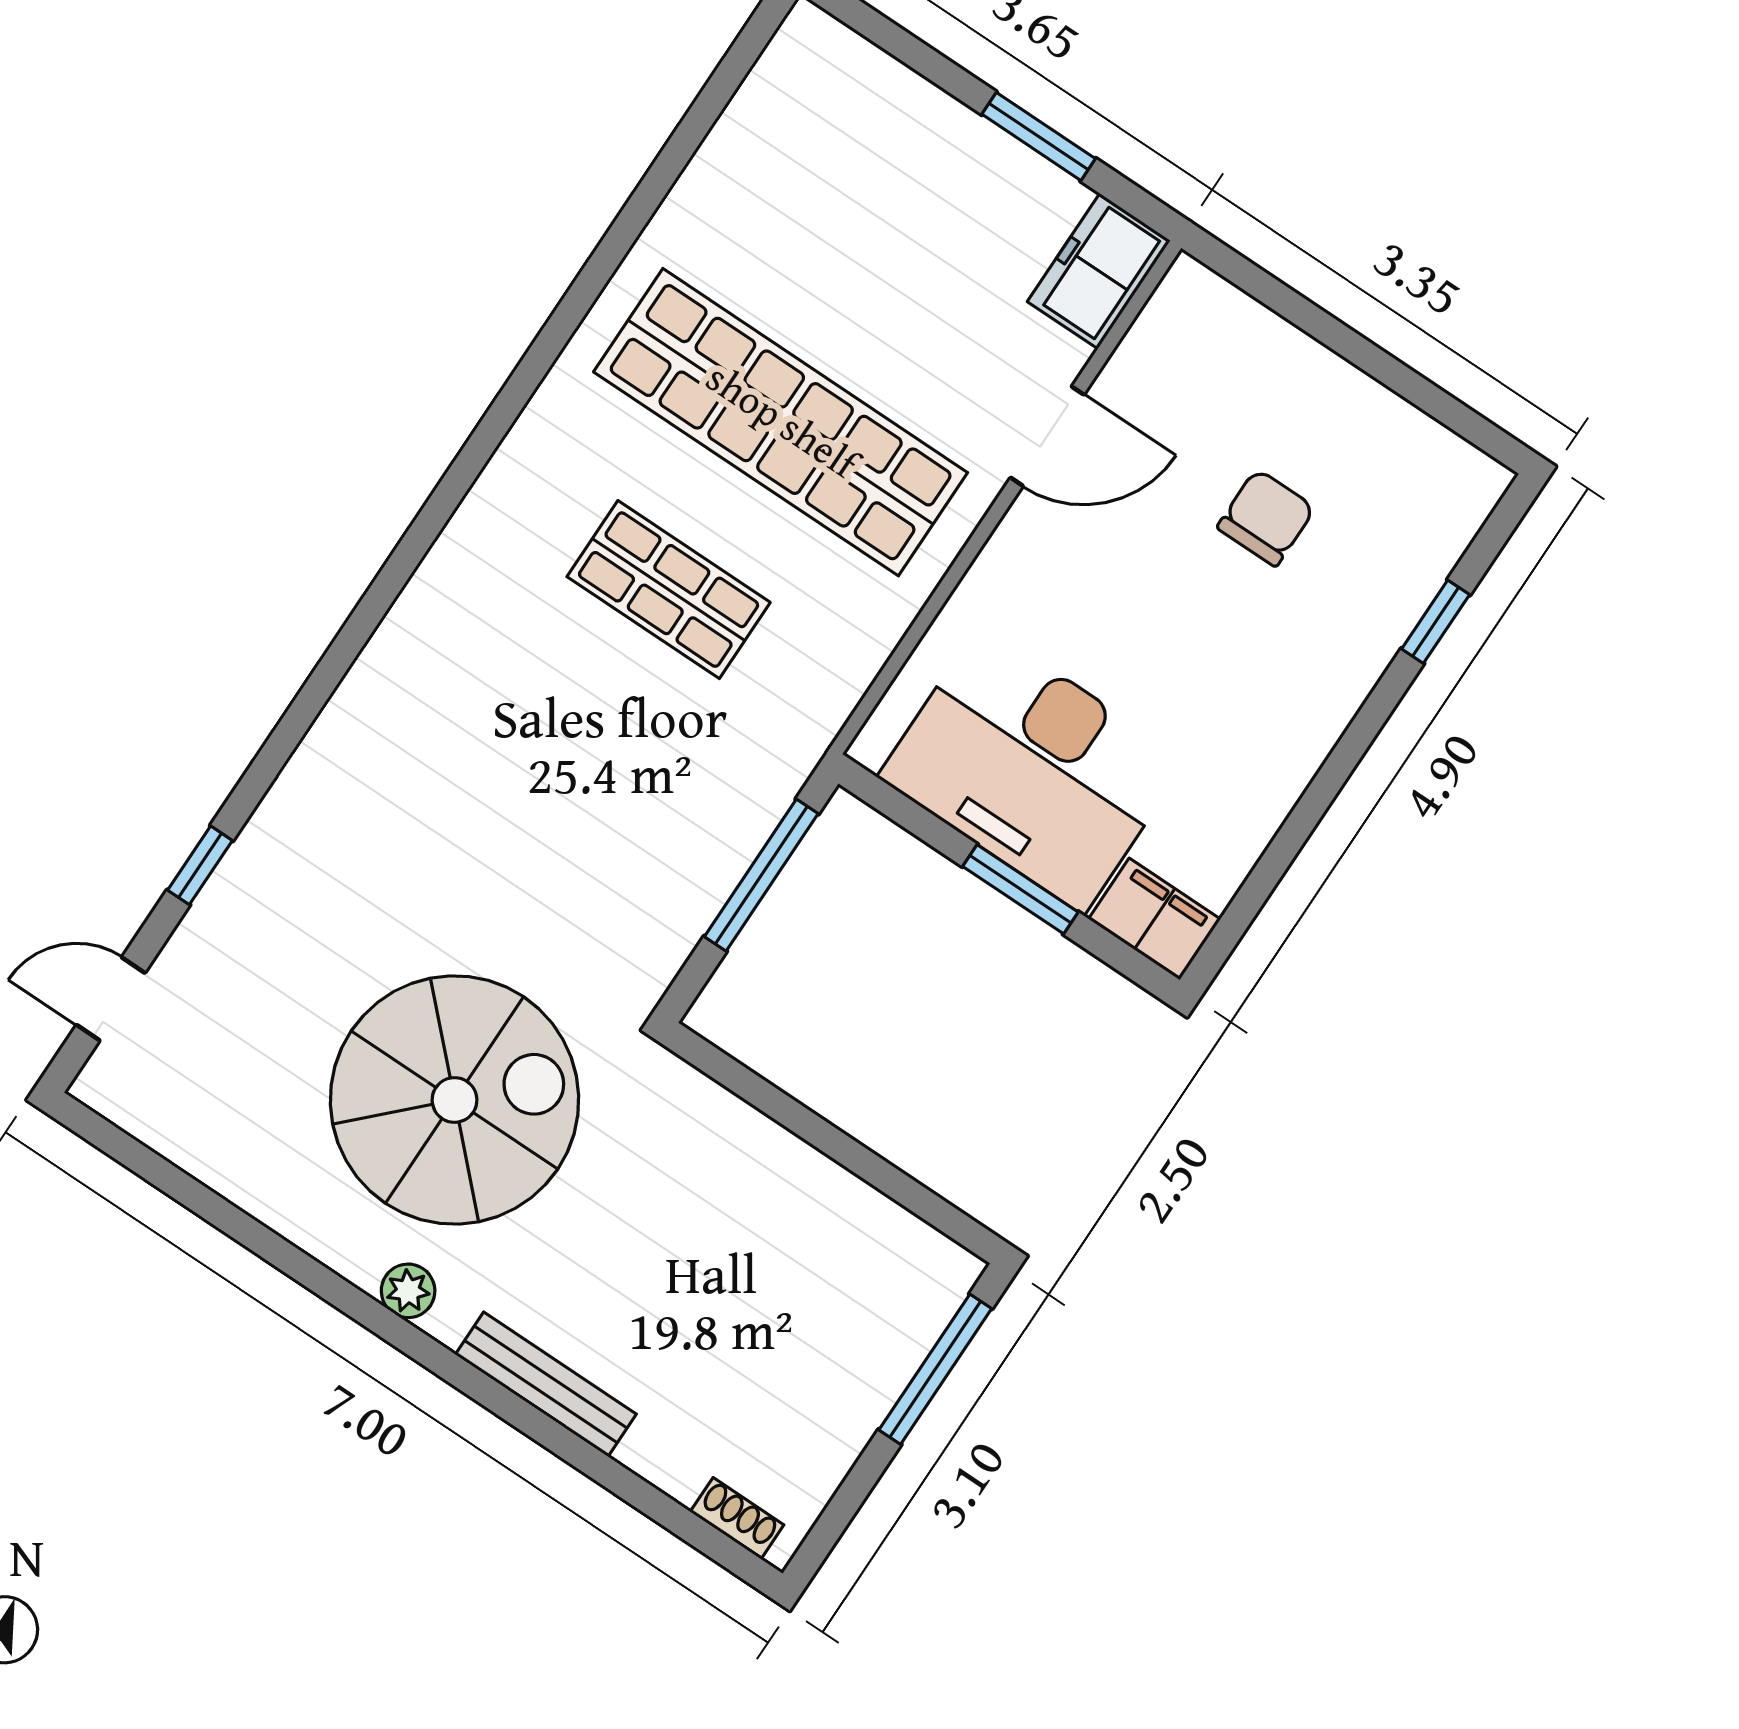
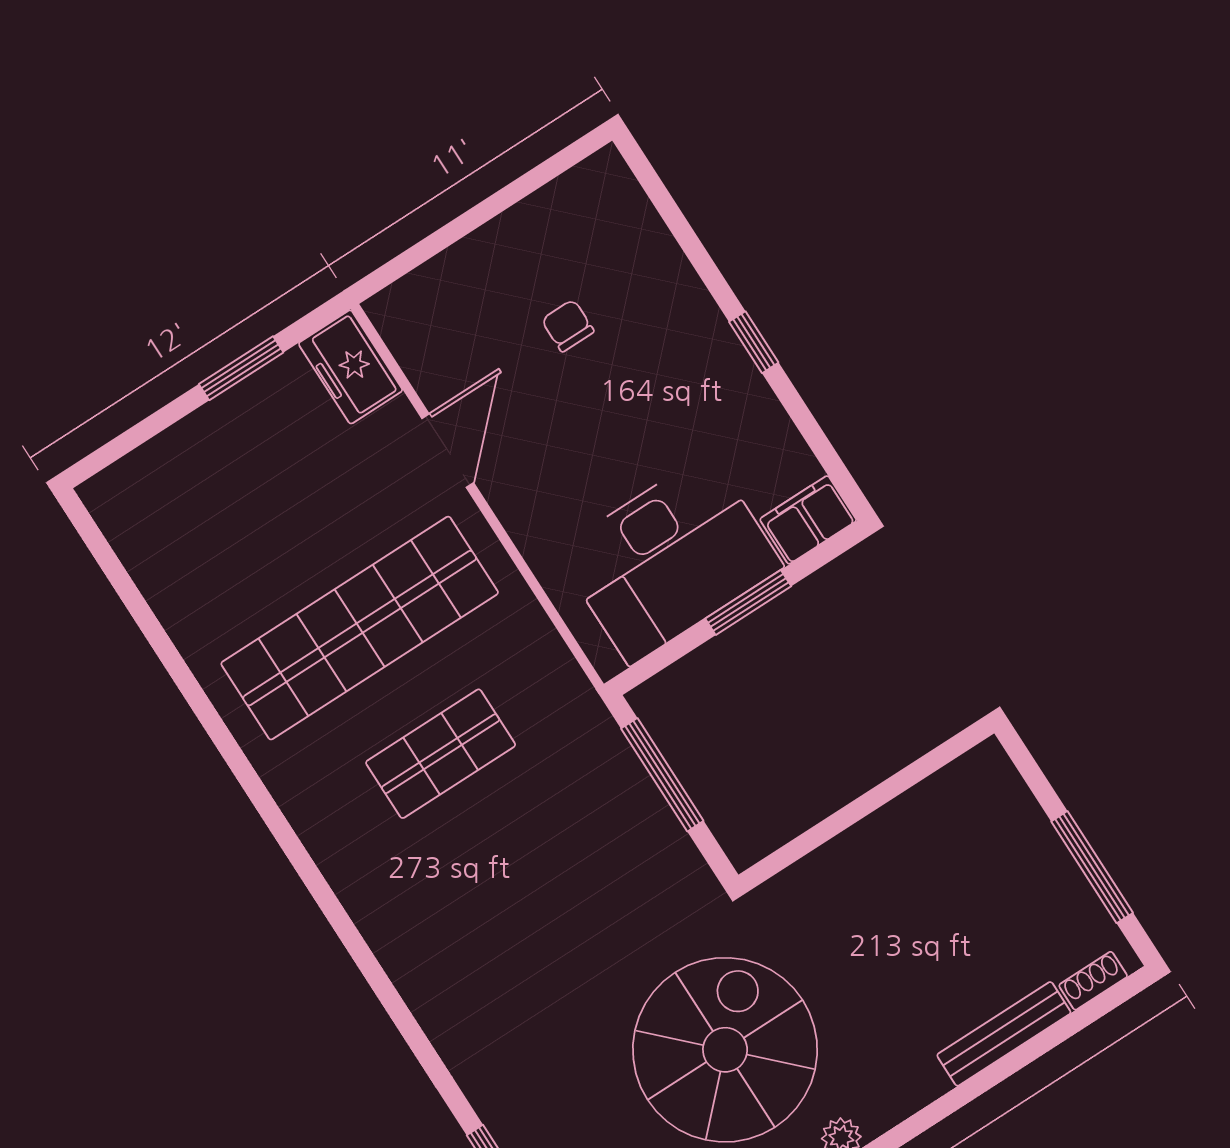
chair: (1266, 518) -> (568, 326), width x0.73, depth x0.73
window: (1436, 622) -> (754, 342), moved
window: (935, 1369) -> (1092, 867), moved
bench: (546, 1384) -> (1004, 1034), moved

